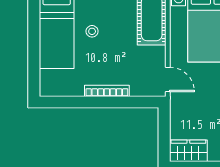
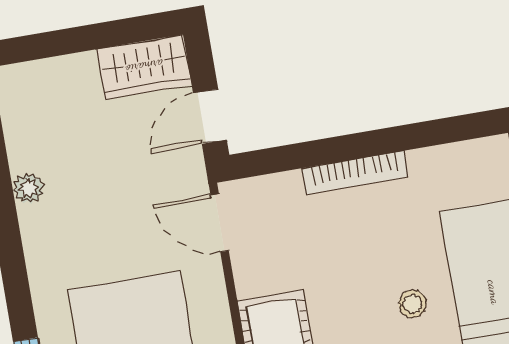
door: (164, 125) -> (210, 116), added

